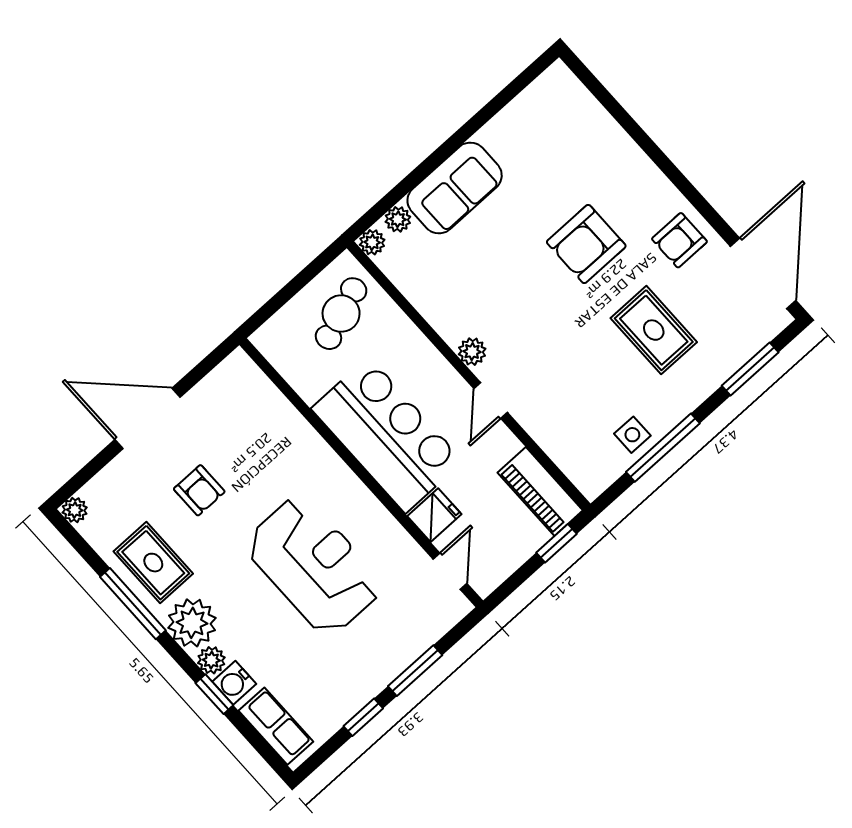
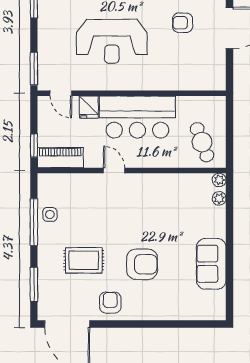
sofa: (455, 188) -> (211, 264), moved
armchair: (586, 244) -> (142, 264), turned 90
plant: (472, 352) -> (140, 181), removed
window: (415, 671) -> (34, 69), moved

